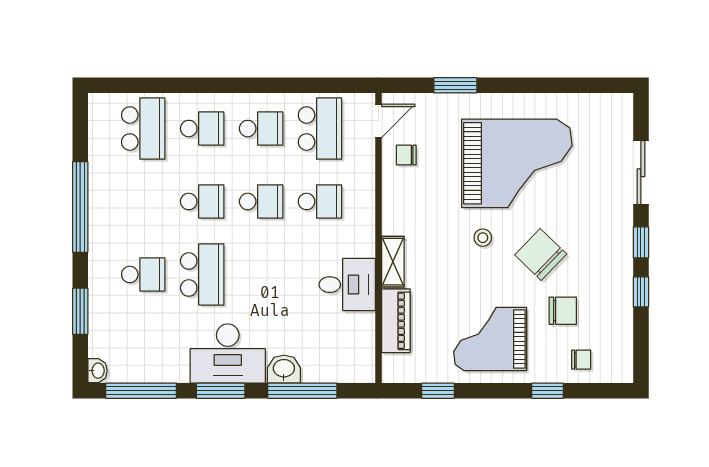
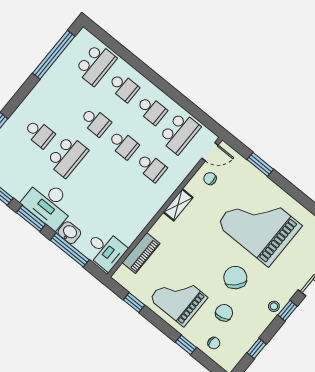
grand piano: (517, 163) -> (259, 225), turned 180
window: (80, 207) -> (54, 55), moved
stool: (483, 238) -> (274, 306), moved
shelving: (393, 262) -> (178, 205), moved
desk: (347, 285) -> (105, 250), moved
window: (641, 292) -> (257, 349), moved
chair: (563, 311) -> (224, 313), turned -105

